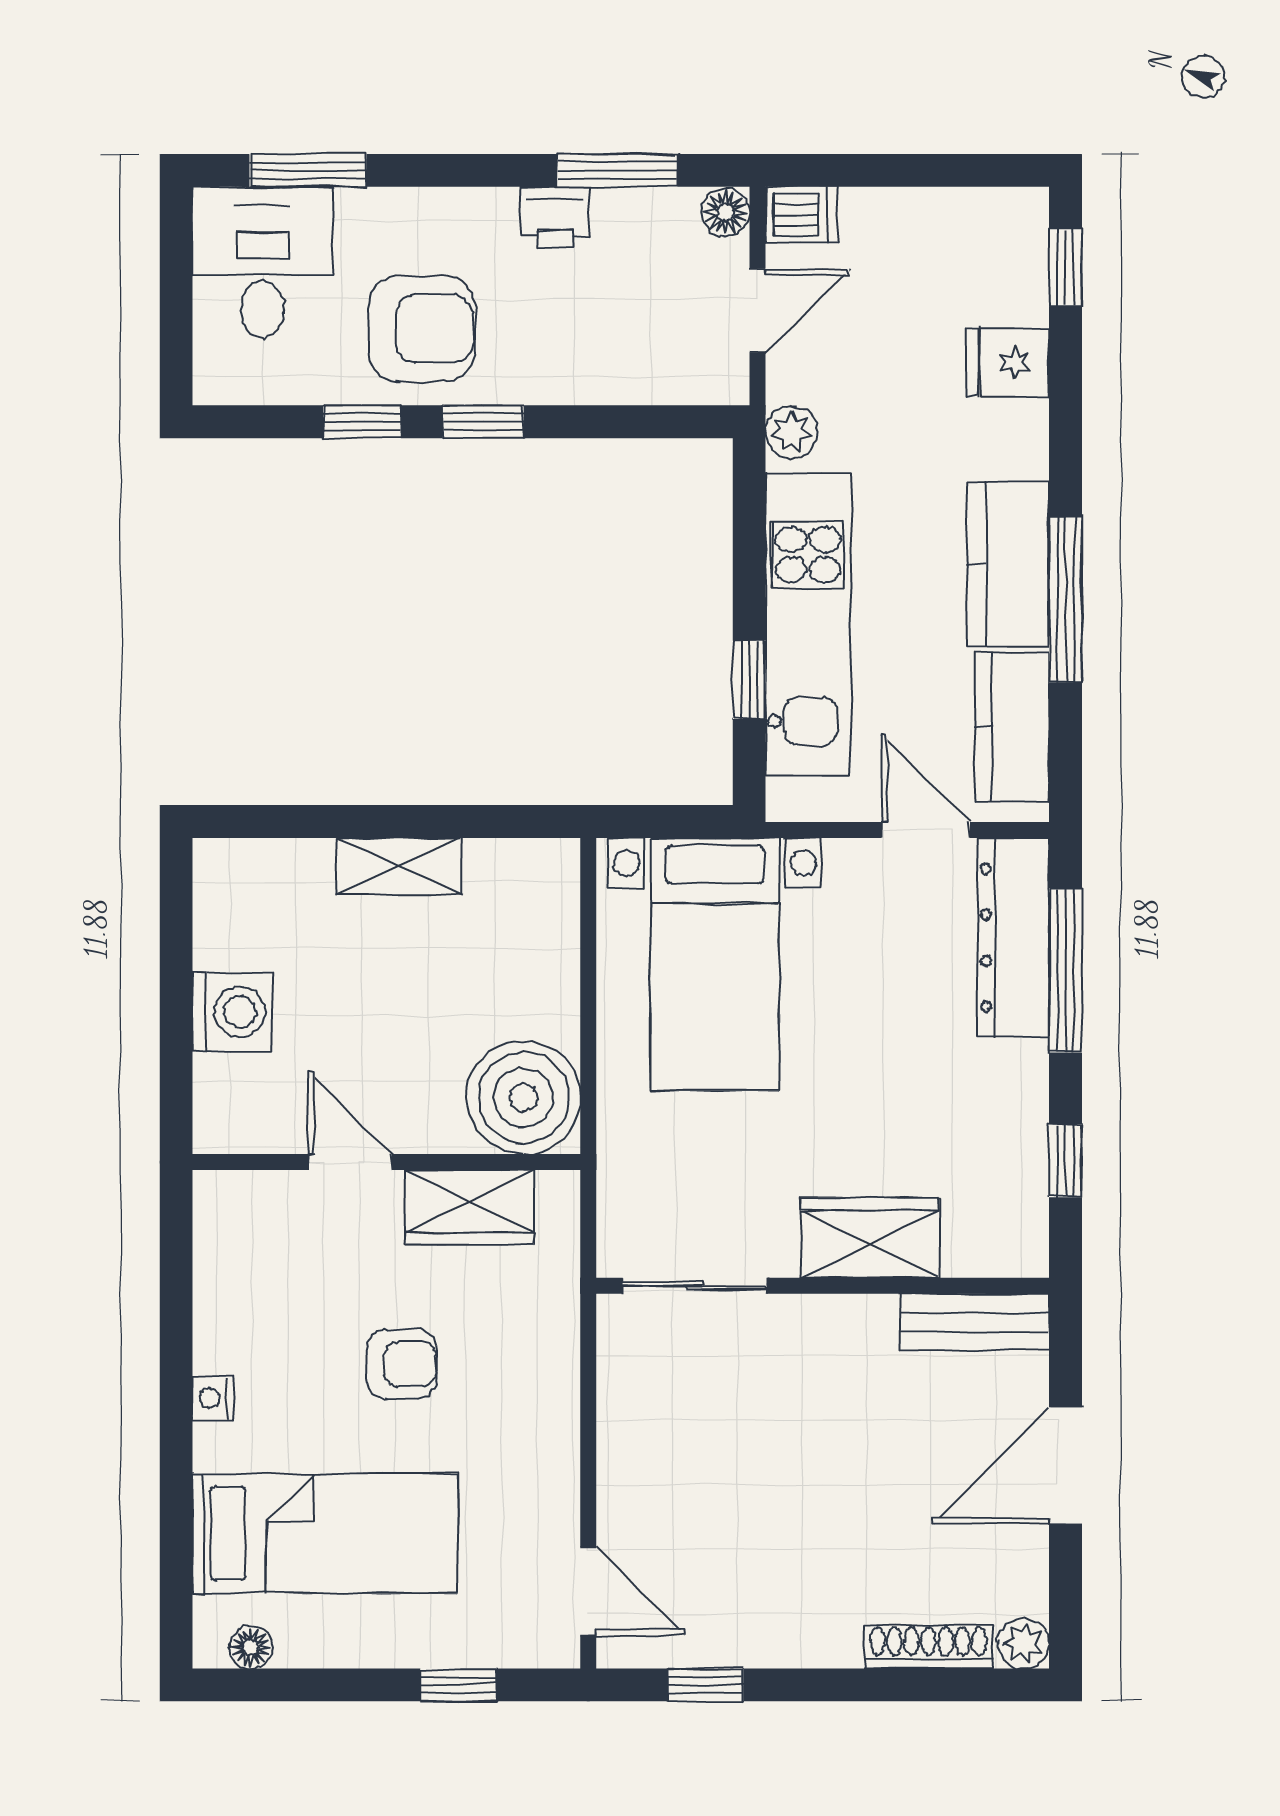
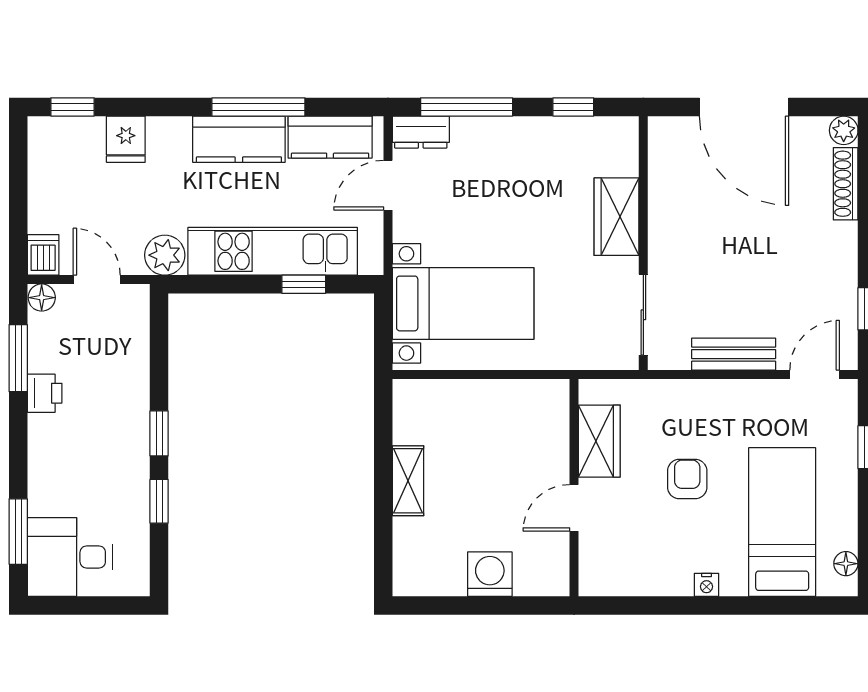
armchair: (422, 329) -> (107, 468), removed
plant: (791, 432) -> (165, 255), width x1.38, depth x1.38
dresser: (1014, 938) -> (421, 132), width x0.51, depth x0.80
boiler: (524, 1097) -> (538, 411), removed
bench: (974, 1322) -> (734, 354), moved, turned 90
door: (1065, 1465) -> (744, 107), width x1.36

